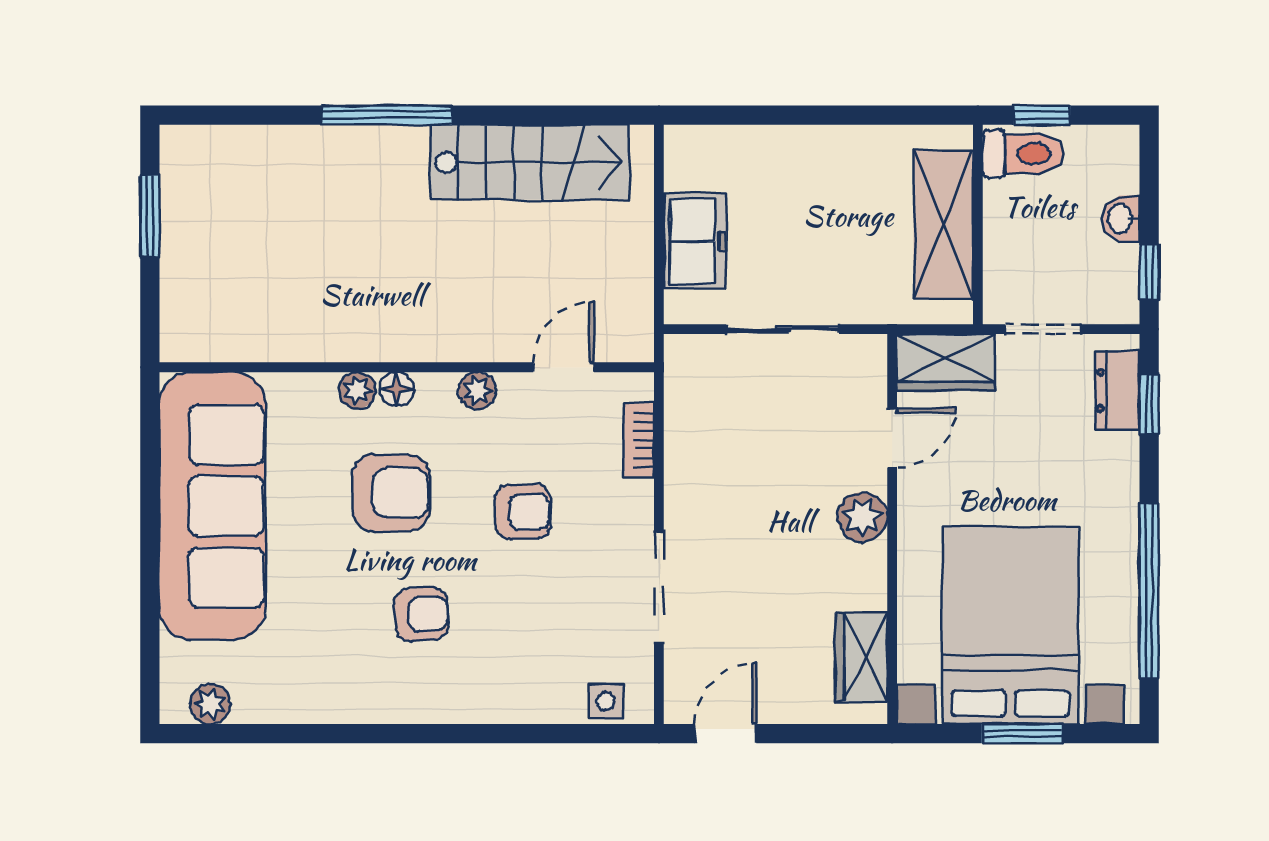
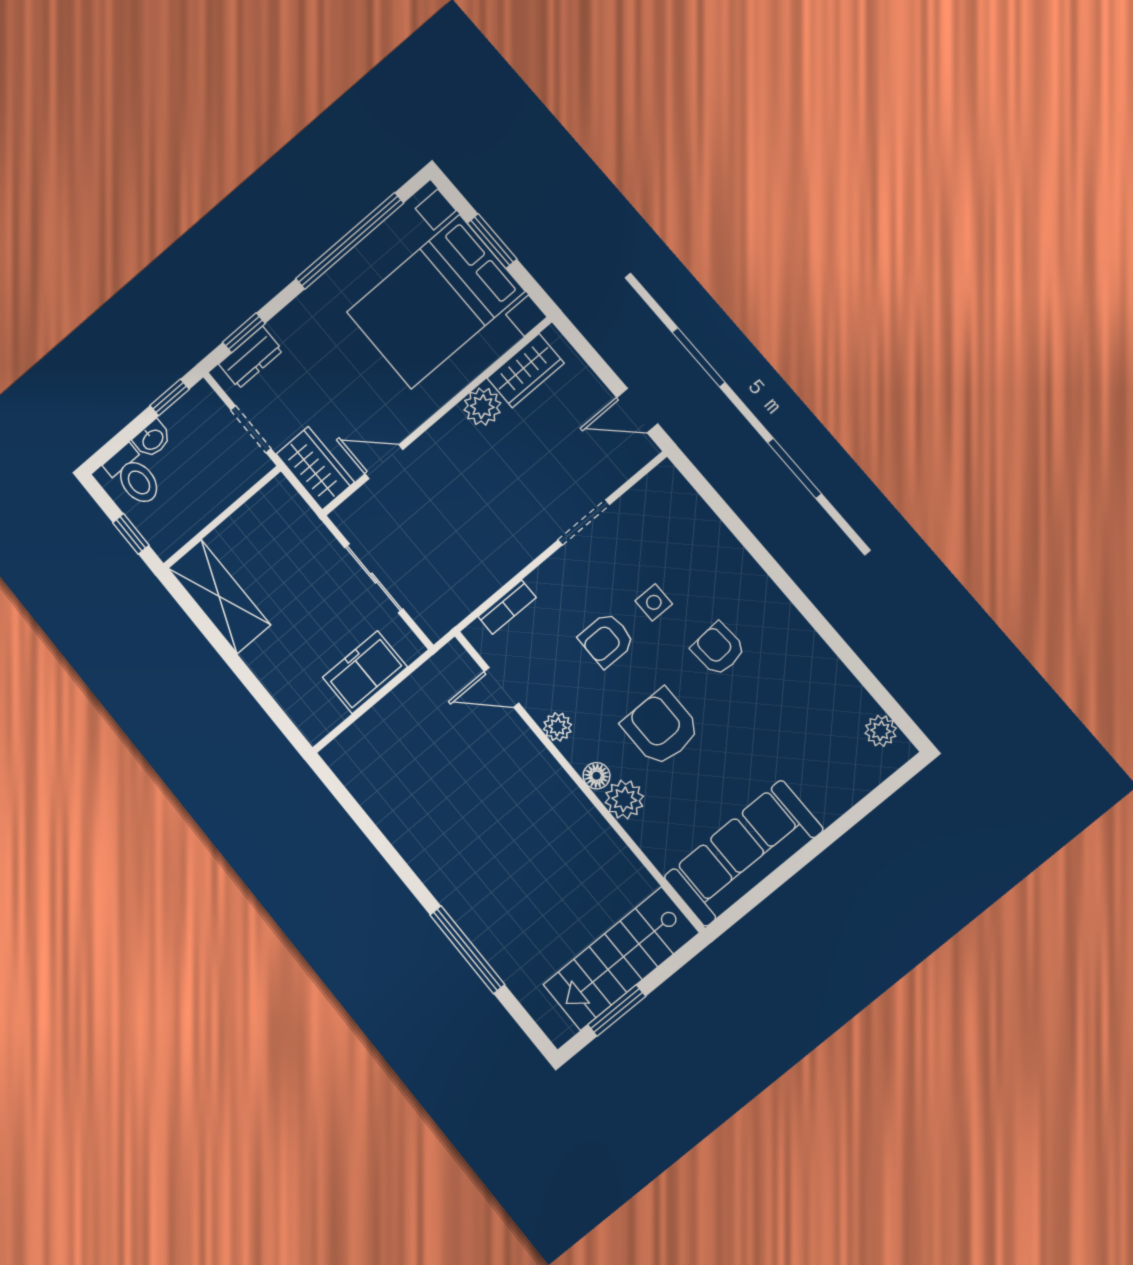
window: (387, 115) -> (467, 950), moved
toilet: (1023, 154) -> (134, 476), moved, turned 180
stairs: (530, 162) -> (621, 959), moved, turned -90
shelving: (943, 224) -> (219, 597), moved, turned 90
plant: (357, 390) -> (624, 799), width x1.38, depth x1.38
sofa: (213, 506) -> (743, 853), width x0.74, depth x0.79
armchair: (523, 512) -> (607, 640), turned -89
plant: (863, 517) -> (482, 407), moved
doorway: (659, 587) -> (584, 522), width x0.73
side table: (606, 701) -> (654, 602), moved

